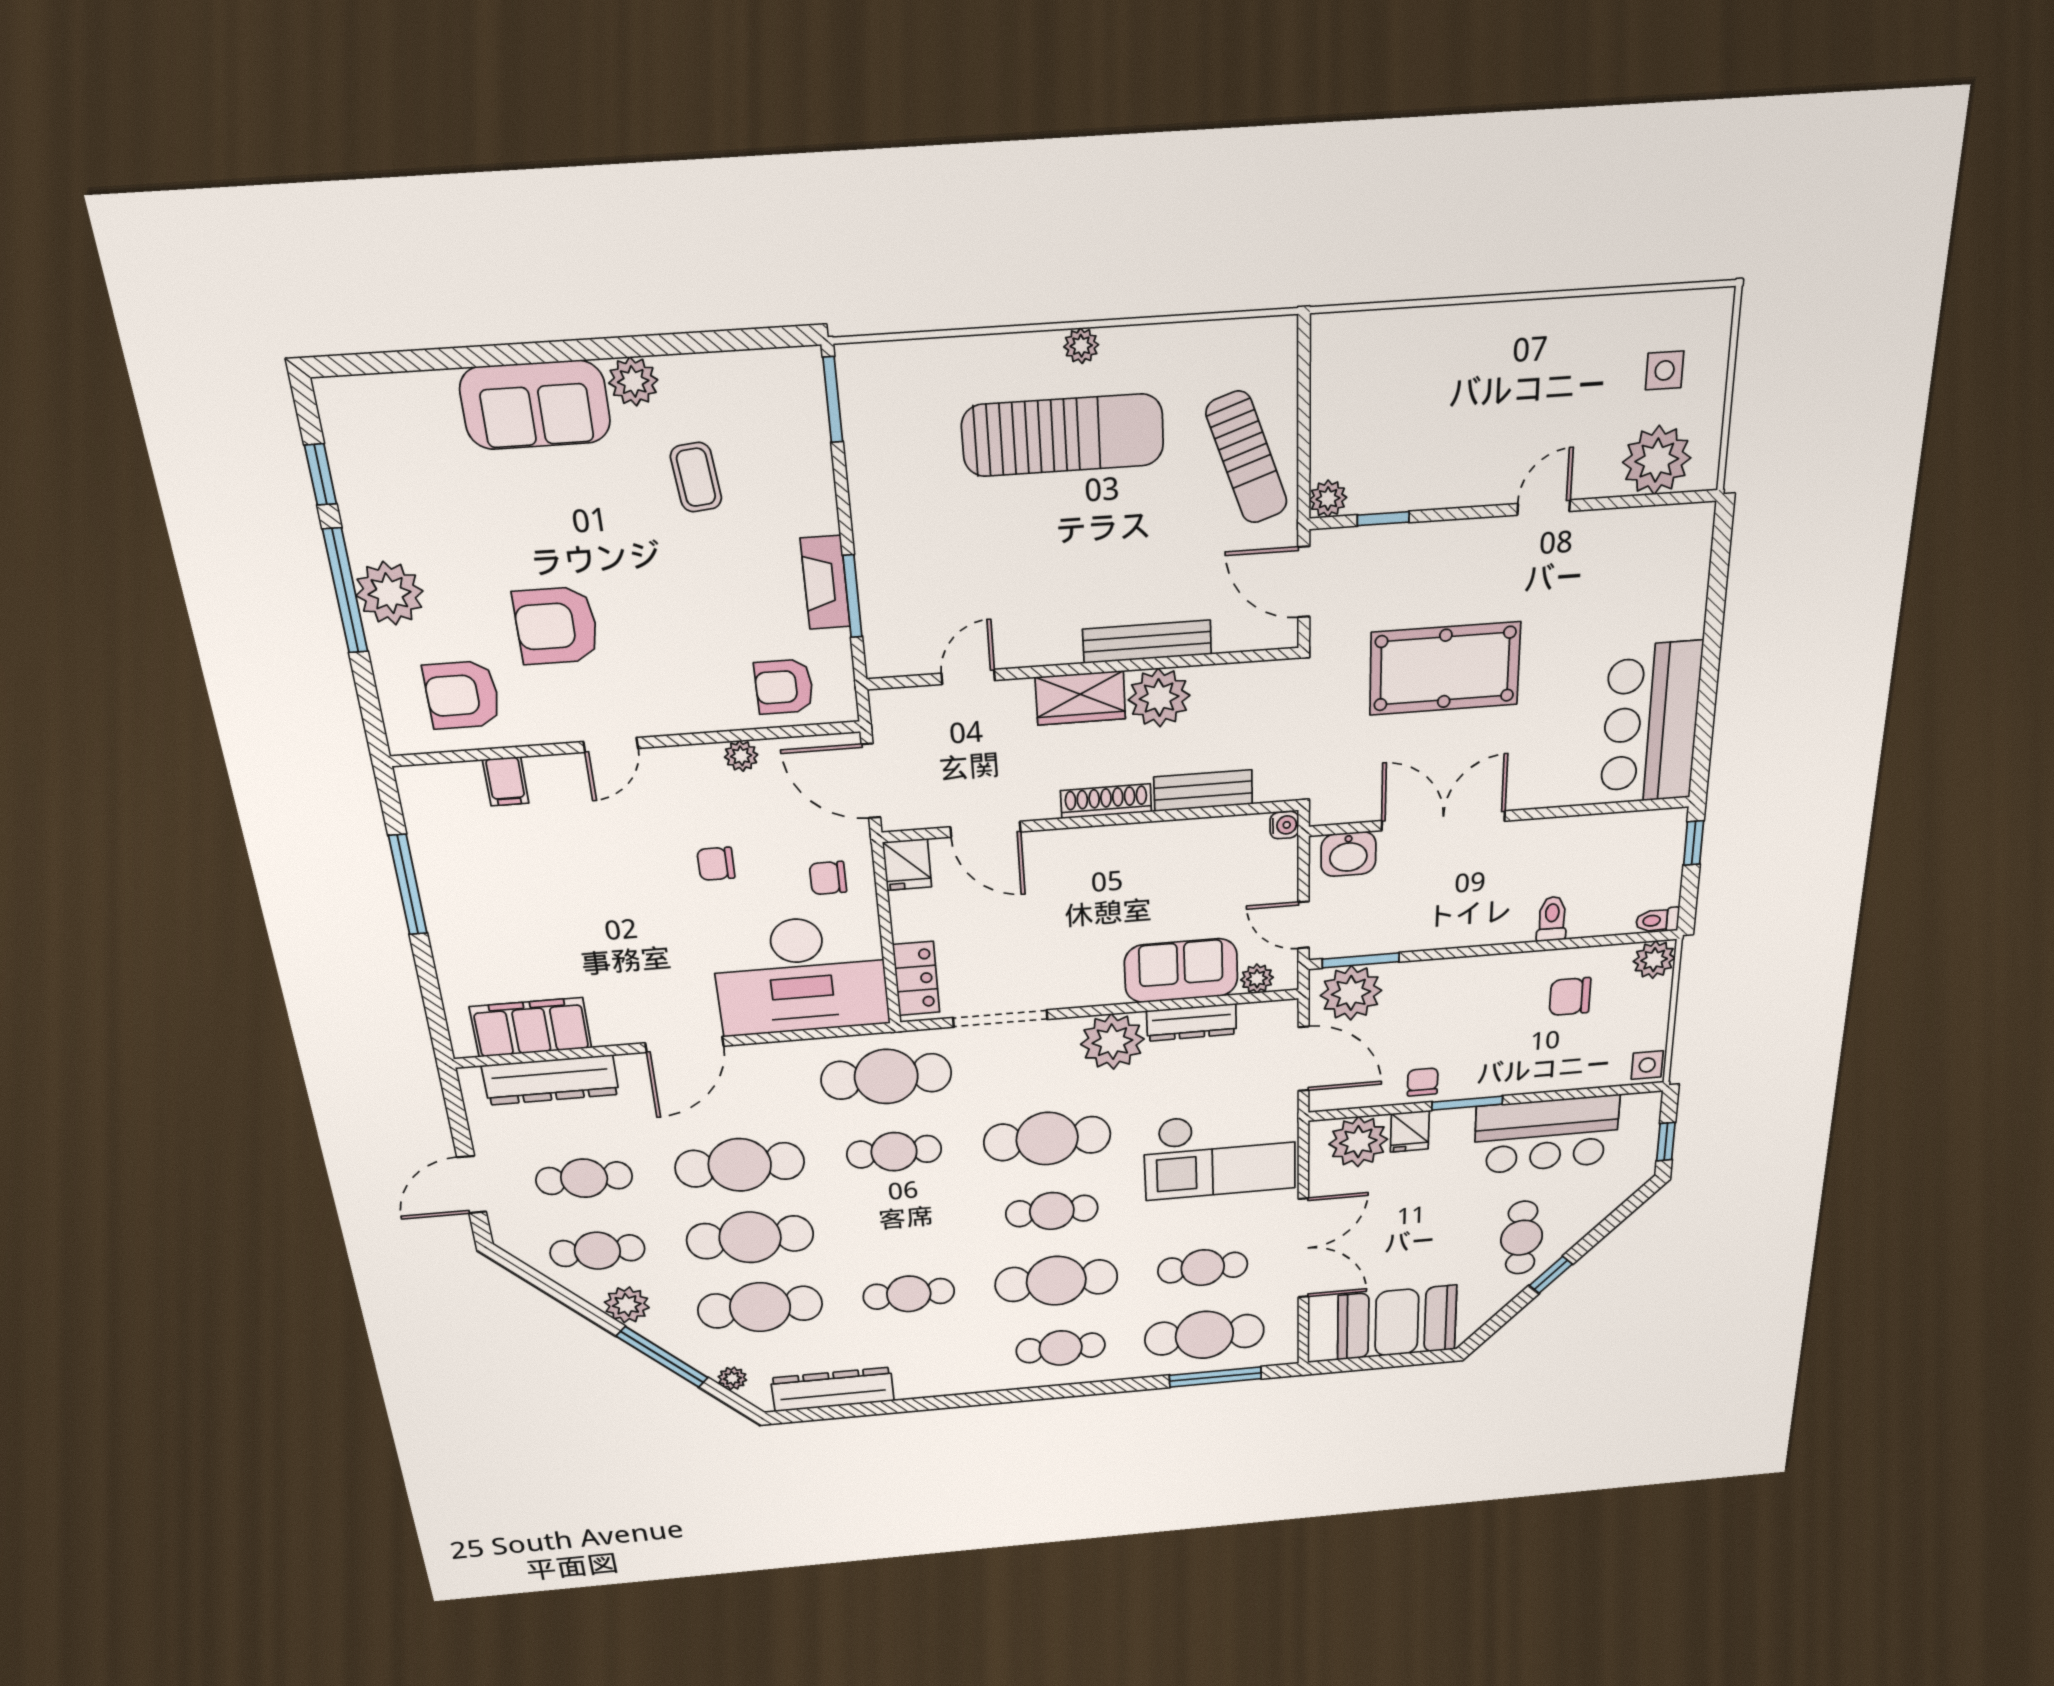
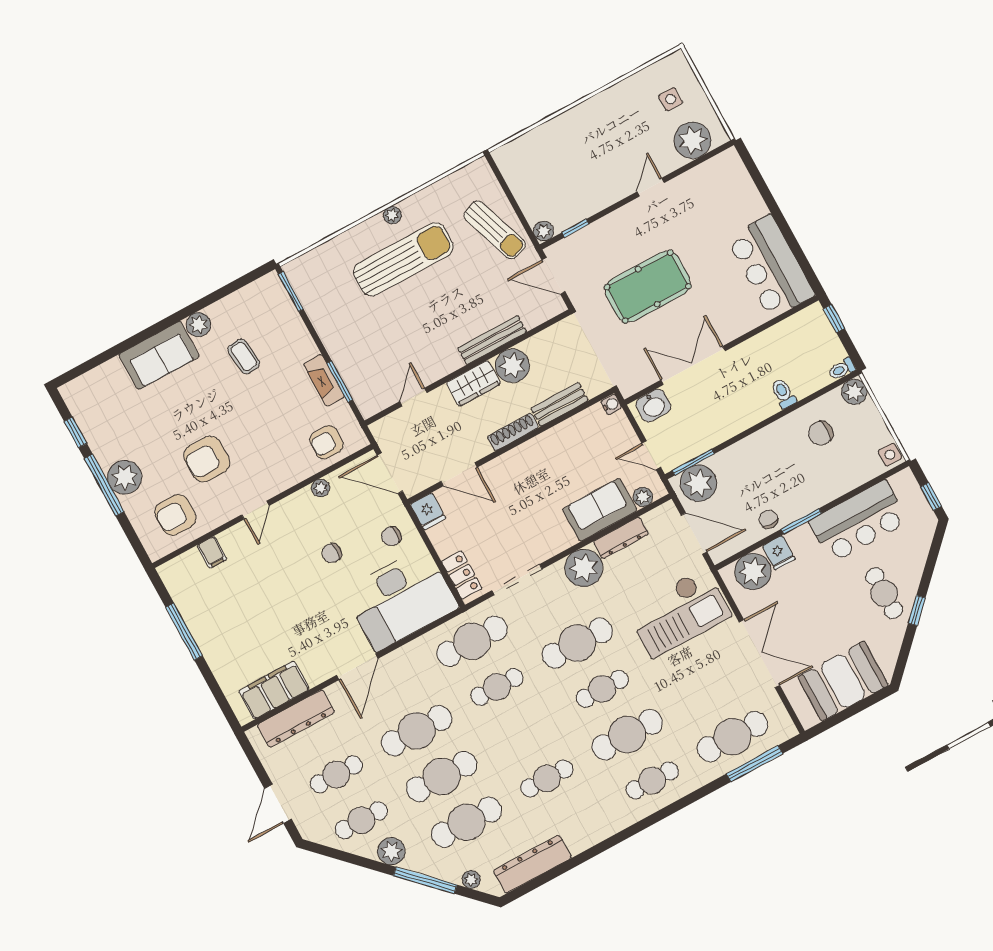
cafe table: (1203, 1268) -> (708, 691), removed

